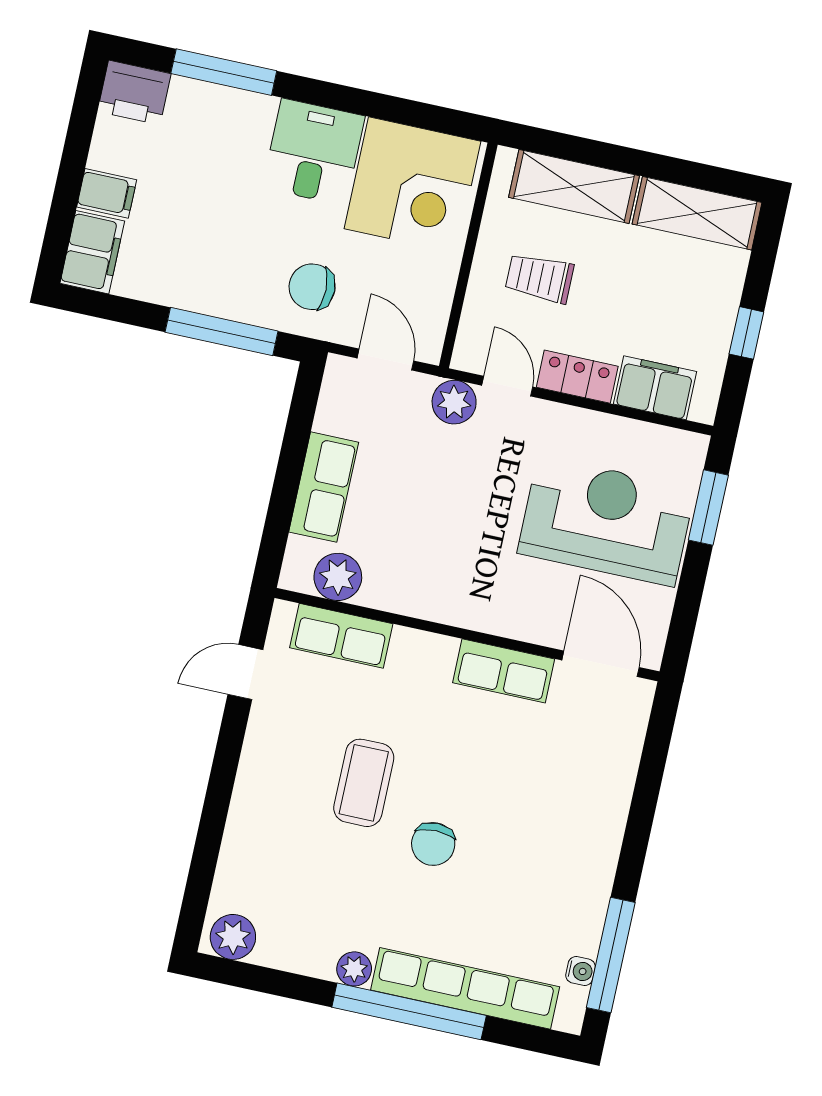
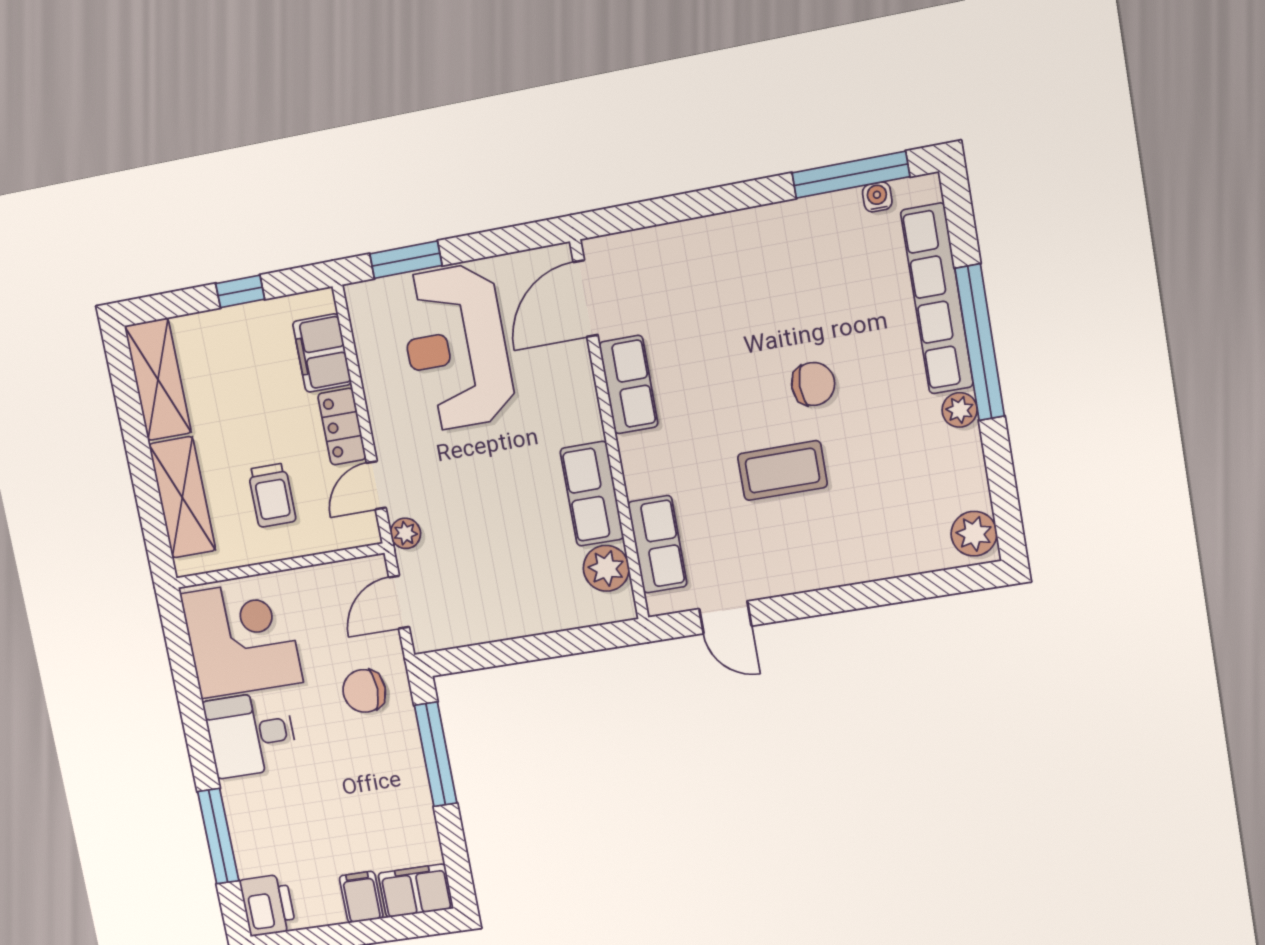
chair: (312, 287) -> (364, 691), turned 91
plant: (454, 402) -> (406, 533), width x0.73, depth x0.73
row of seats: (324, 487) -> (592, 494), moved, turned -90

